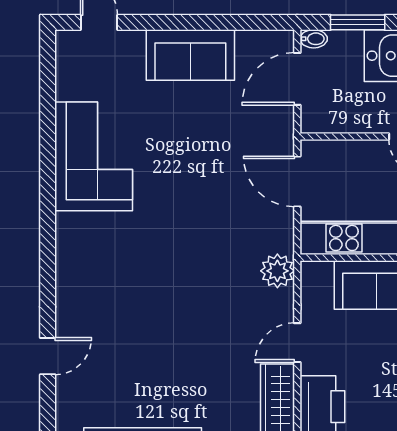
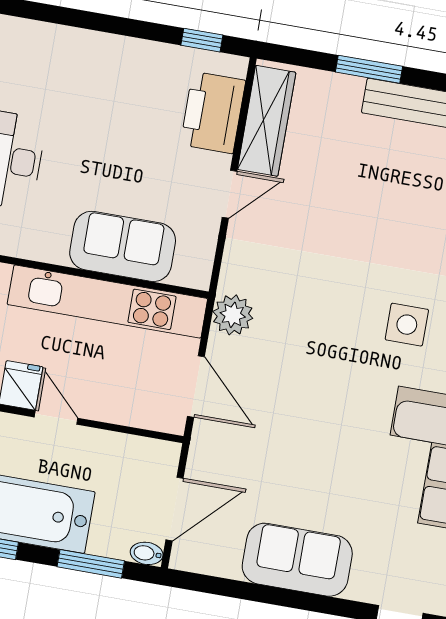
side table: (135, 262) -> (407, 325), added
plant: (277, 271) -> (233, 315), moved

